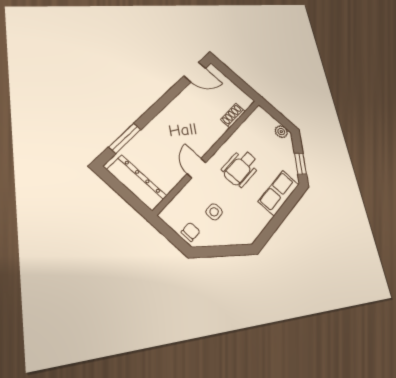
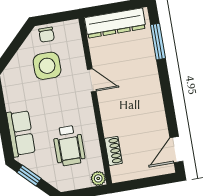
plant: (281, 132) -> (98, 178), moved
wheelchair: (241, 168) -> (69, 146), moved, turned 180
side table: (214, 212) -> (47, 66), width x1.87, depth x1.87

